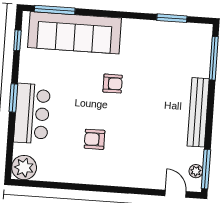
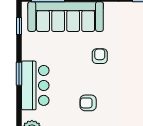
armchair: (113, 84) -> (100, 56), turned -90

